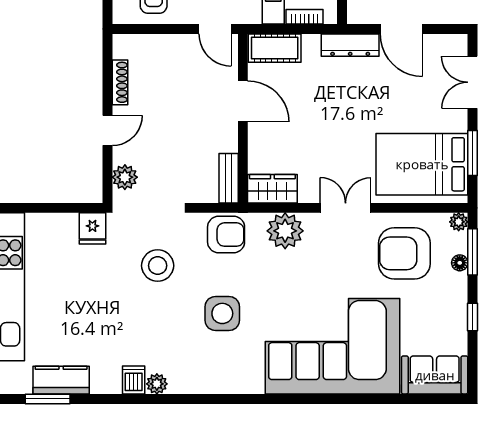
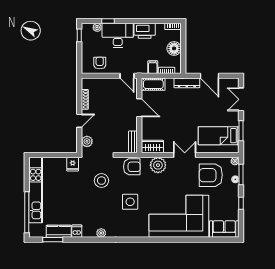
bed: (422, 164) -> (219, 136), width x0.67
dishwasher: (134, 380) -> (77, 231), moved

